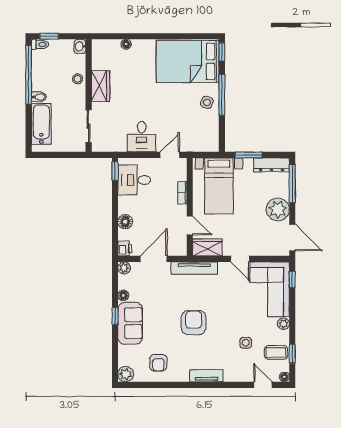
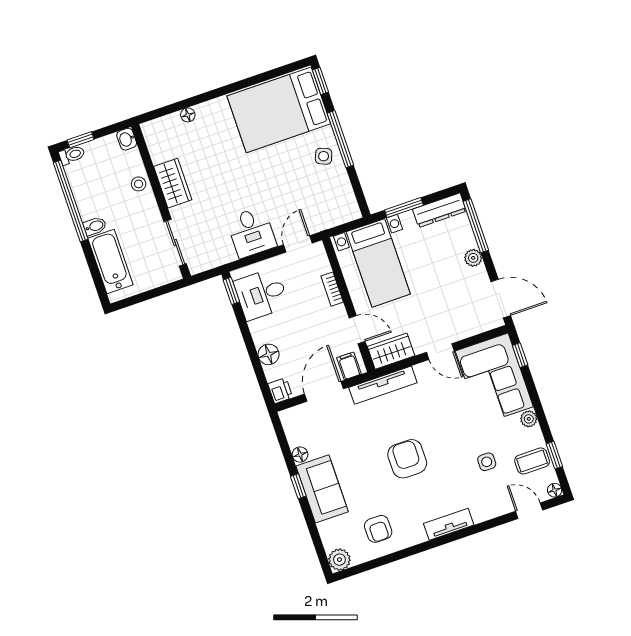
plant: (278, 209) -> (473, 258), width x0.53, depth x0.53
filing cabinet: (176, 248) -> (349, 366), added
plant: (124, 268) -> (288, 417), removed

